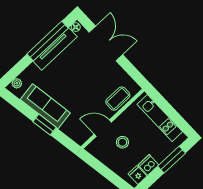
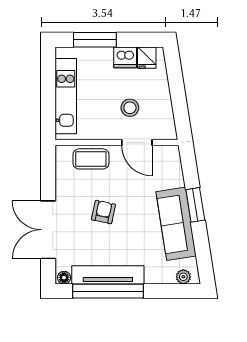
armchair: (87, 78) -> (103, 212), added

